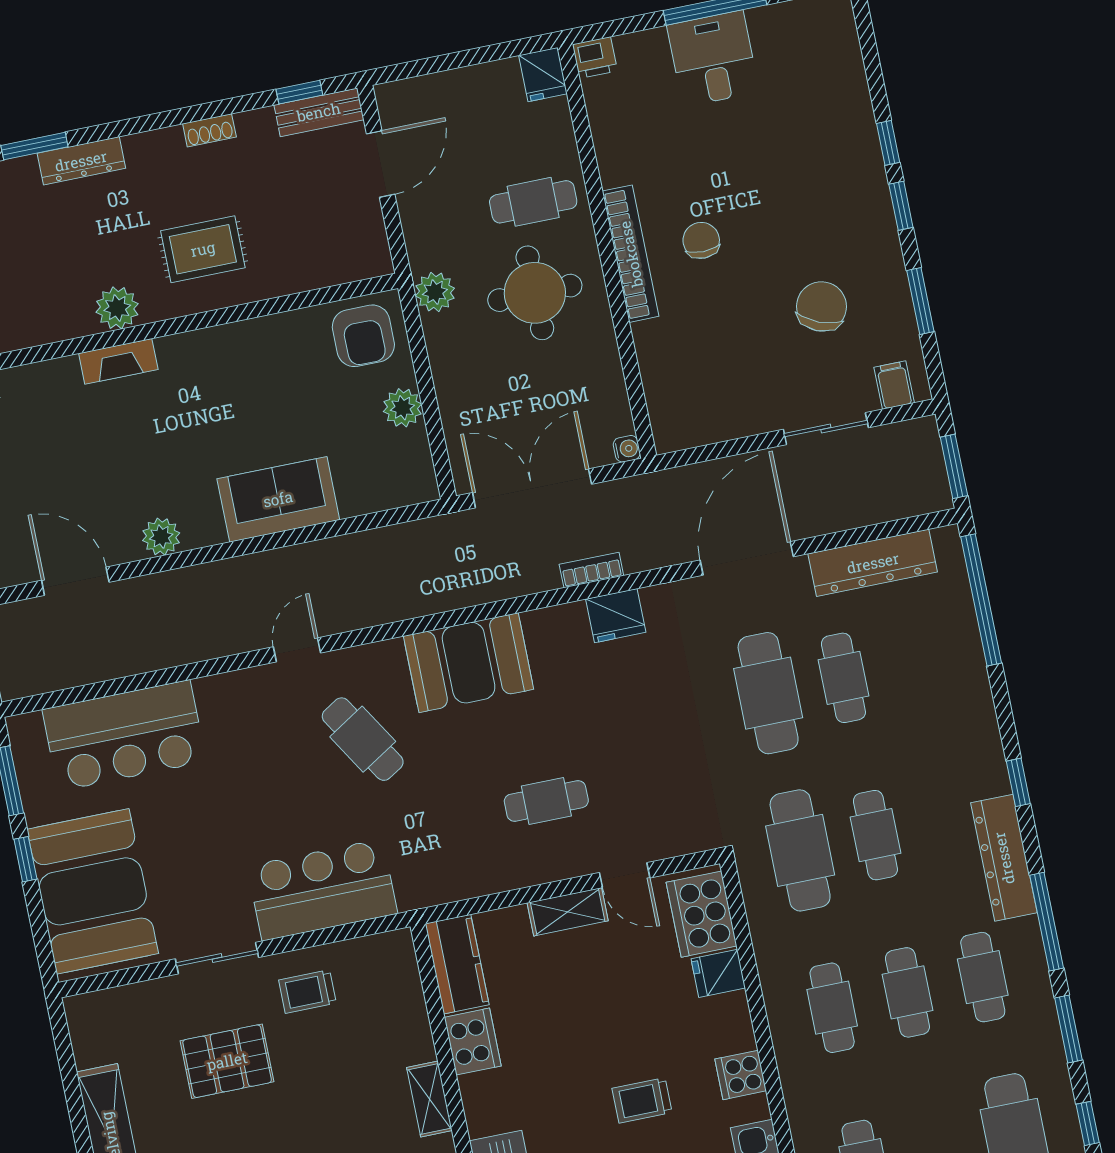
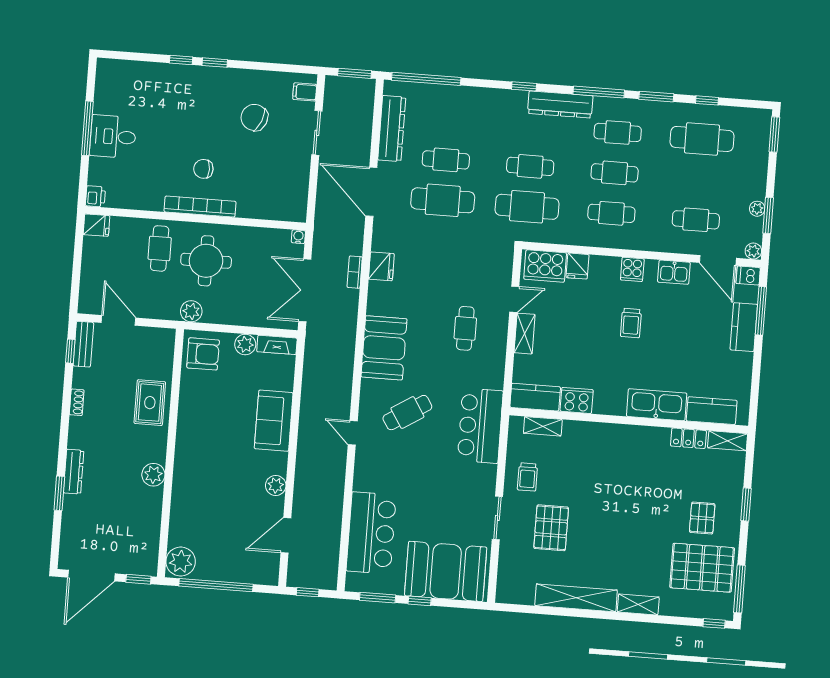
rug: (203, 249) -> (150, 403), moved
window: (920, 301) -> (266, 67), removed
fireplace: (118, 361) -> (277, 345), moved, turned 90
bar counter: (322, 890) -> (480, 426), moved
shelving: (429, 1099) -> (543, 426), moved

